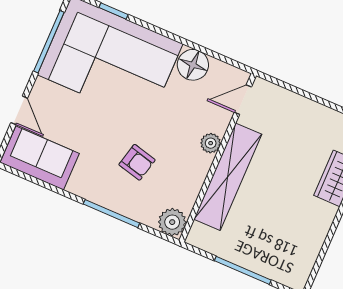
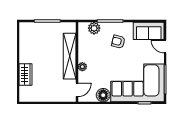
armchair: (137, 162) -> (118, 42), moved
plant: (172, 222) -> (94, 28), moved

